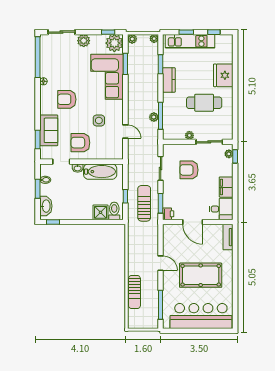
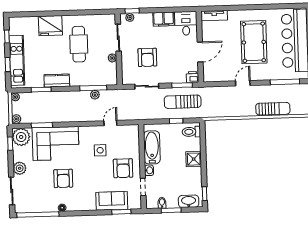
armchair: (67, 99) -> (63, 178), moved
shower: (101, 212) -> (194, 159), moved

